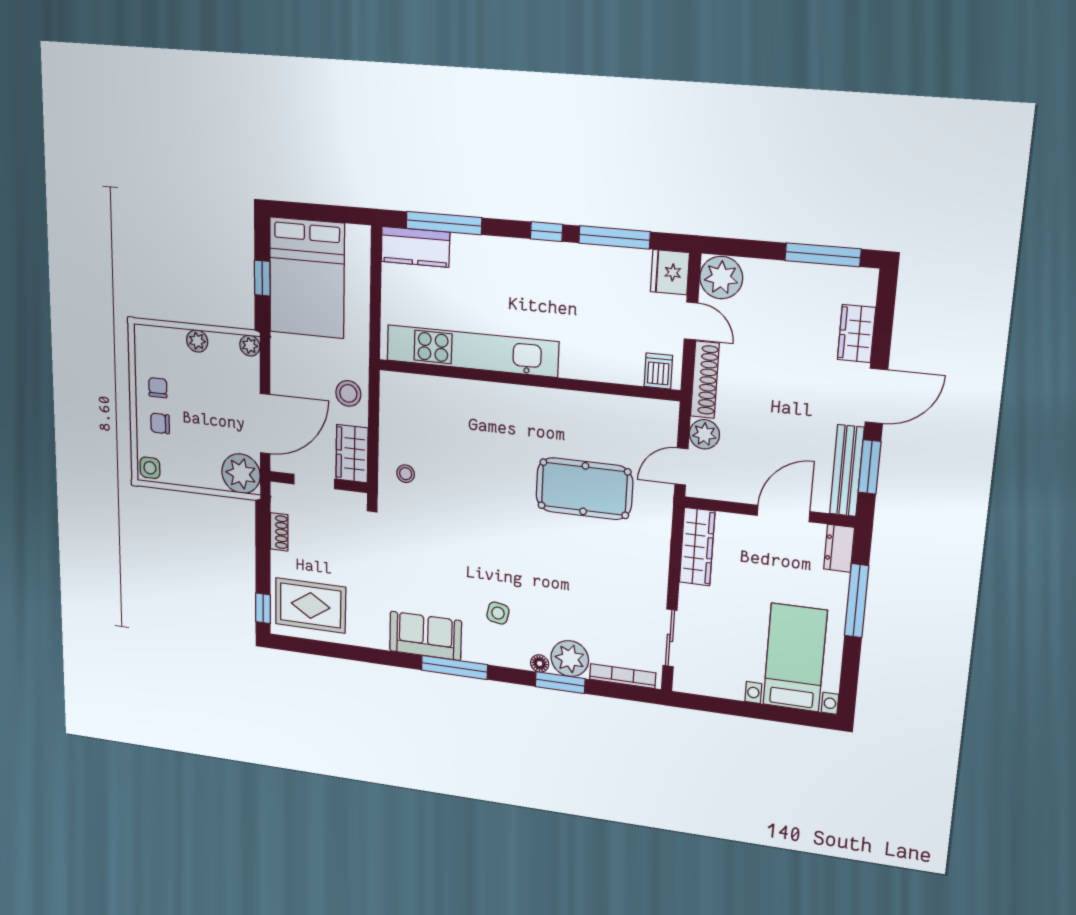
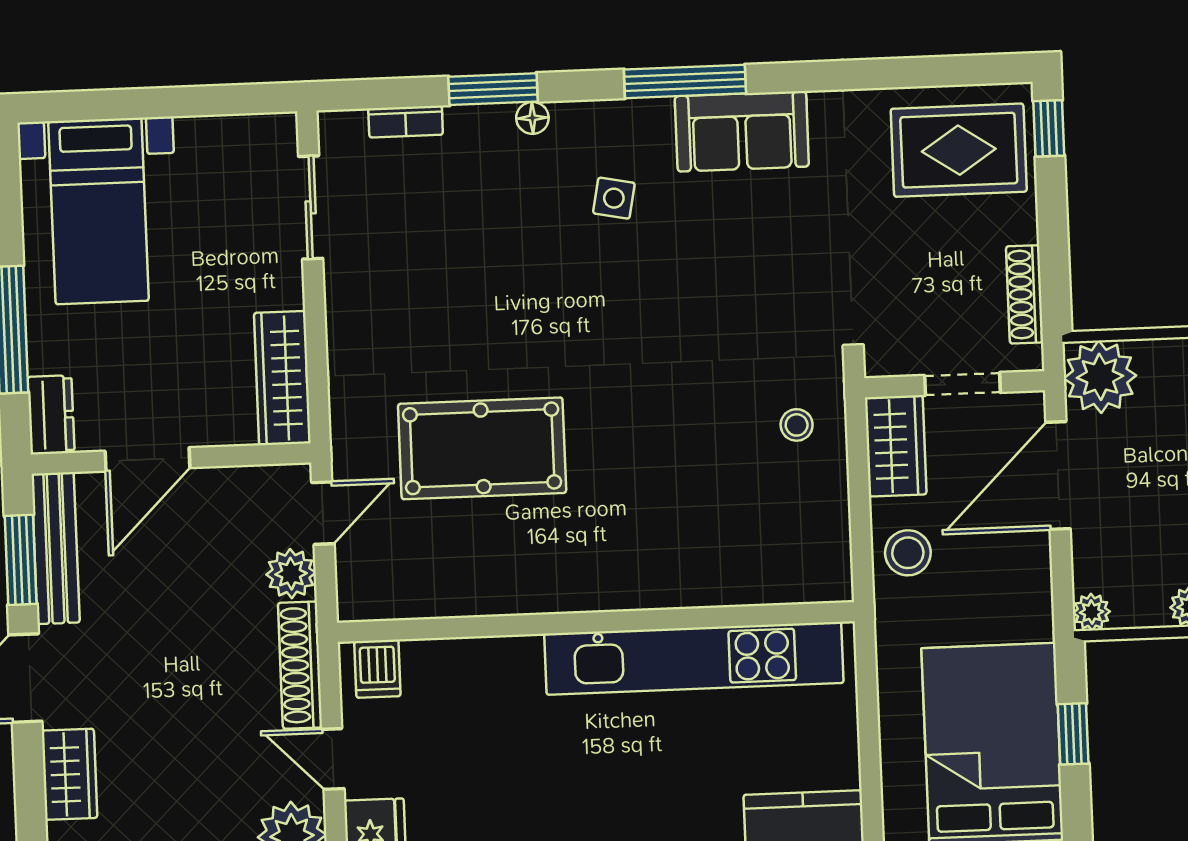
shoe rack: (279, 532) -> (1025, 294), width x1.43
plant: (570, 659) -> (480, 137), removed
bookcase: (623, 676) -> (406, 122), width x0.64

